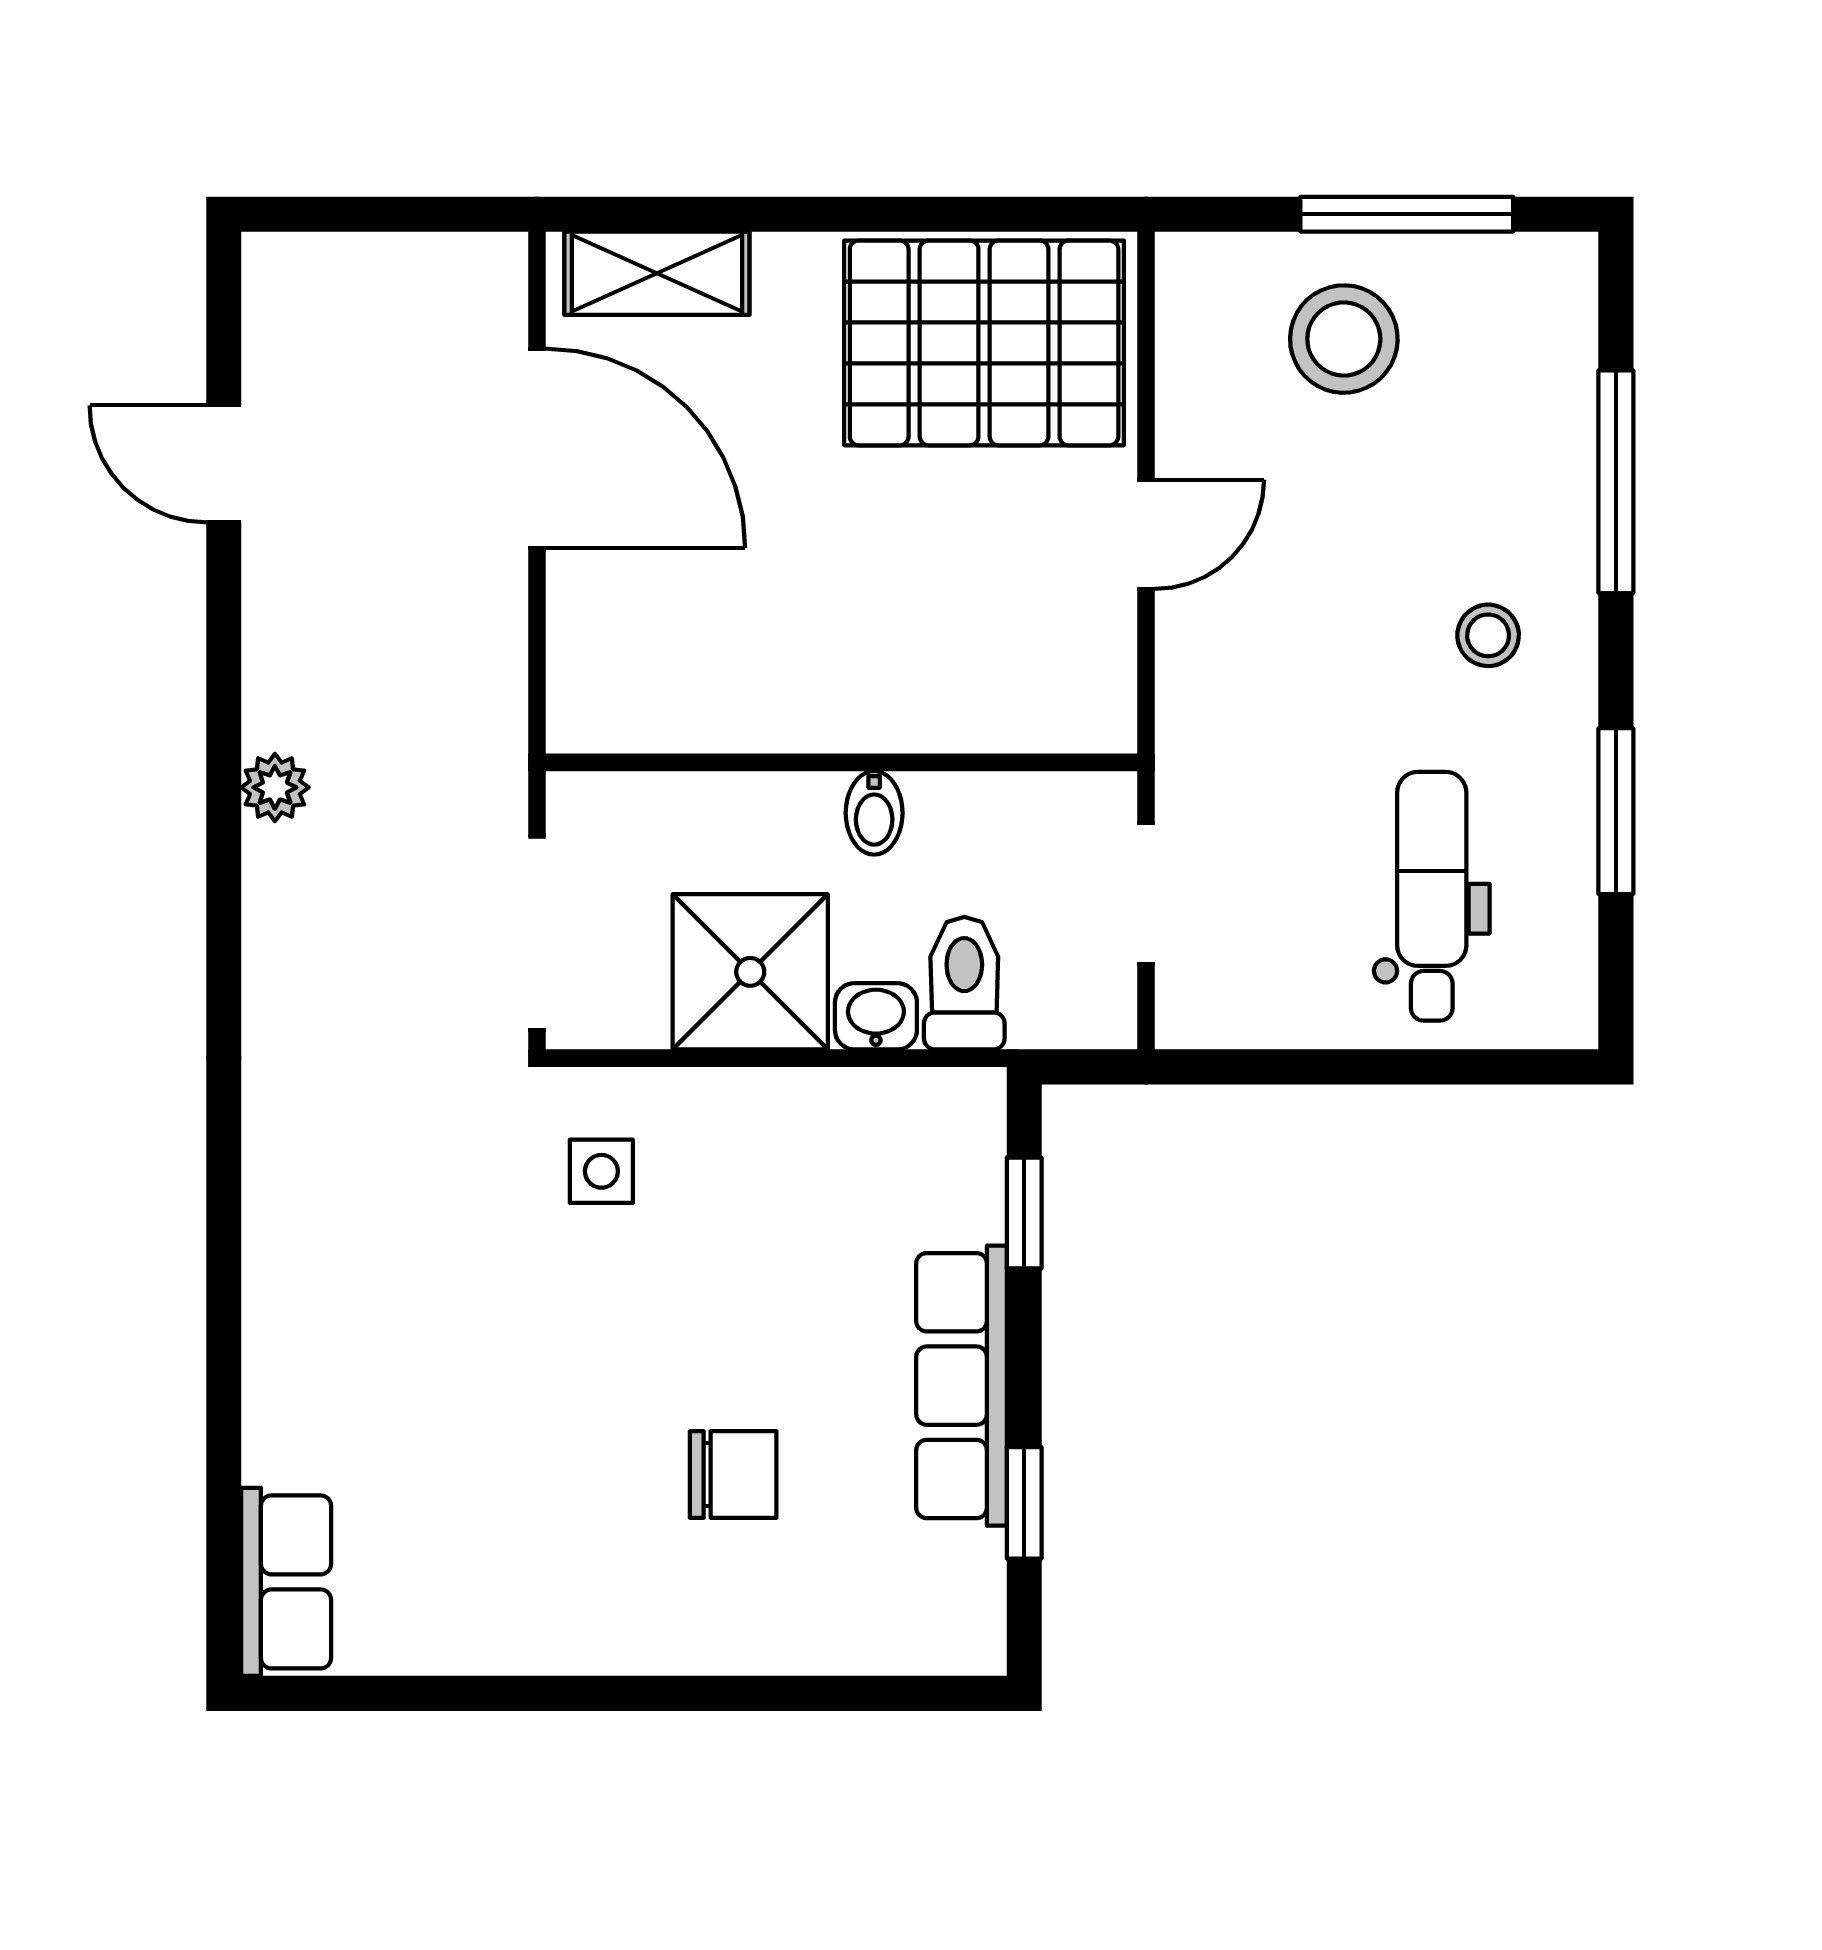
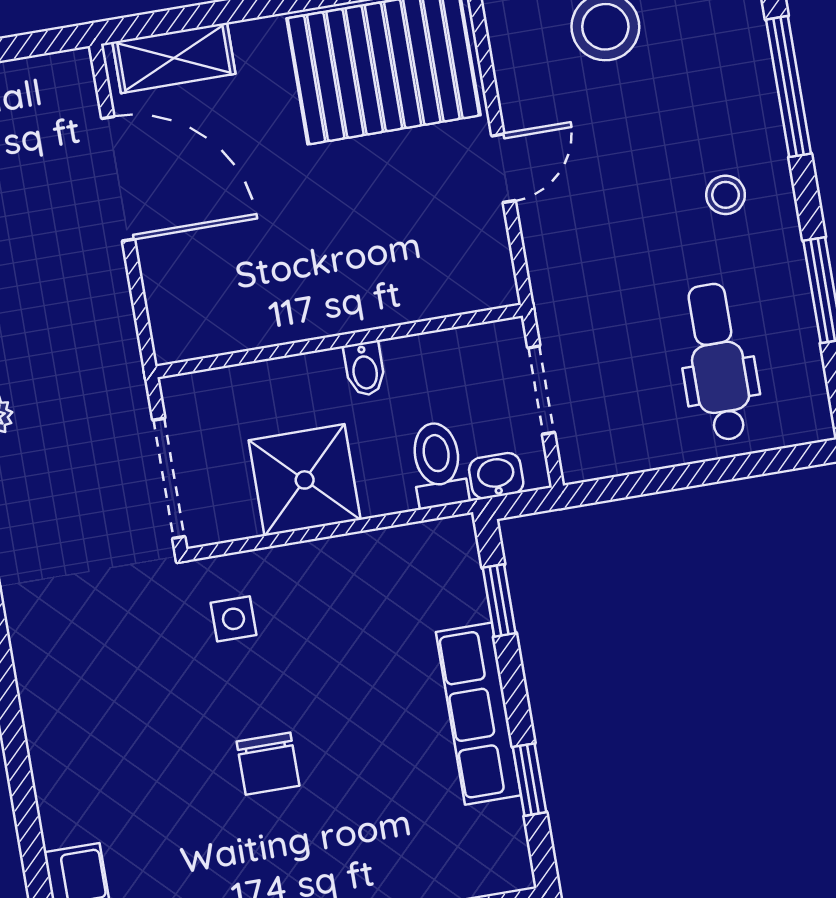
washbasin: (876, 1016) -> (496, 476), moved
chair: (733, 1475) -> (268, 764), moved, turned 90

